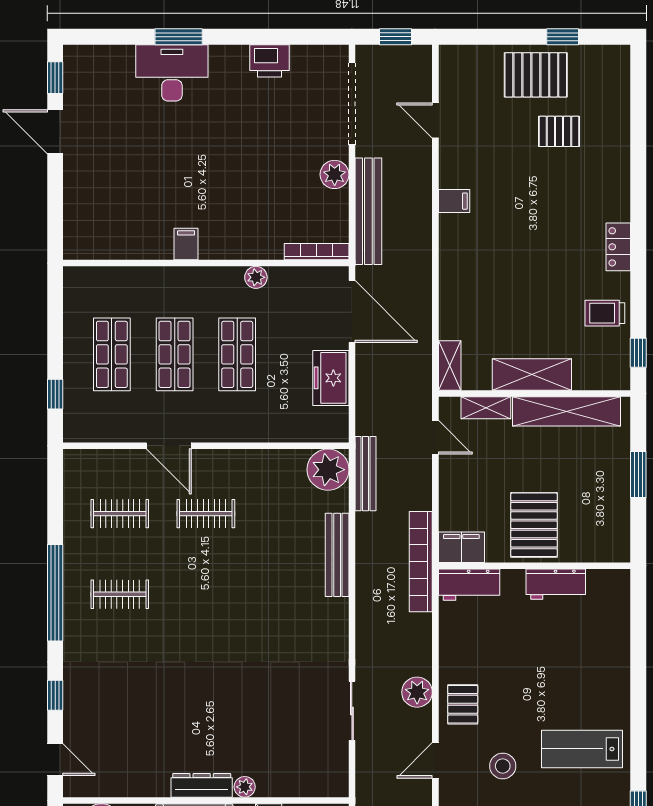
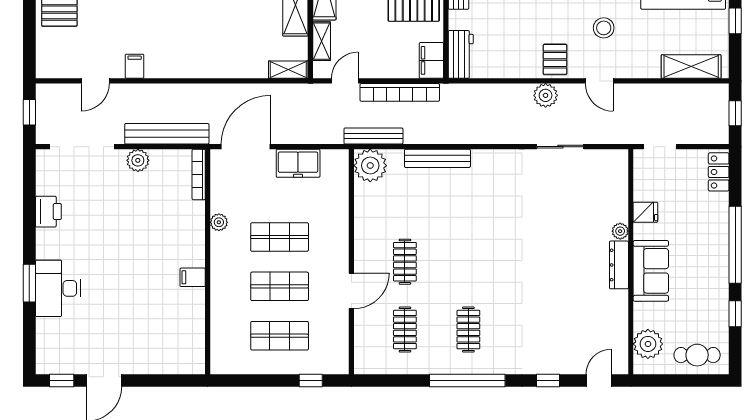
filing cabinet: (454, 201) -> (135, 66), moved
bookcase: (421, 562) -> (400, 92), moved
pallet: (463, 704) -> (555, 59), turned 90

